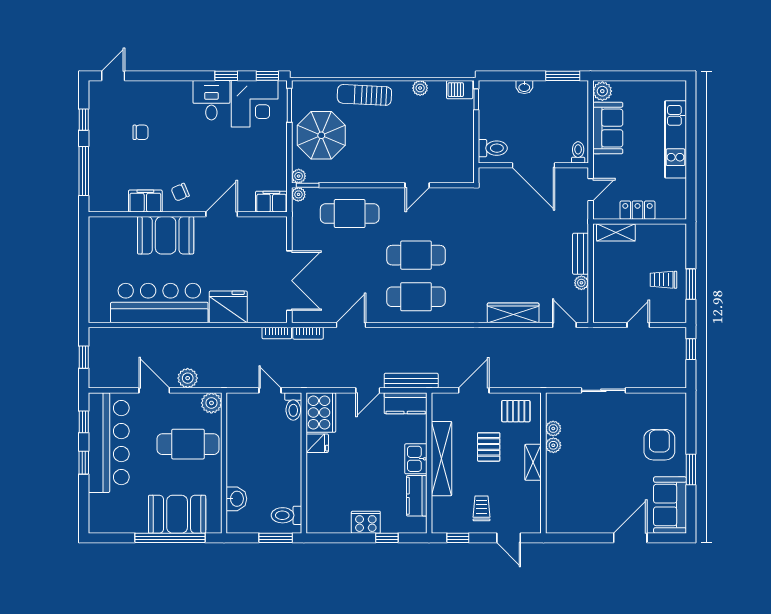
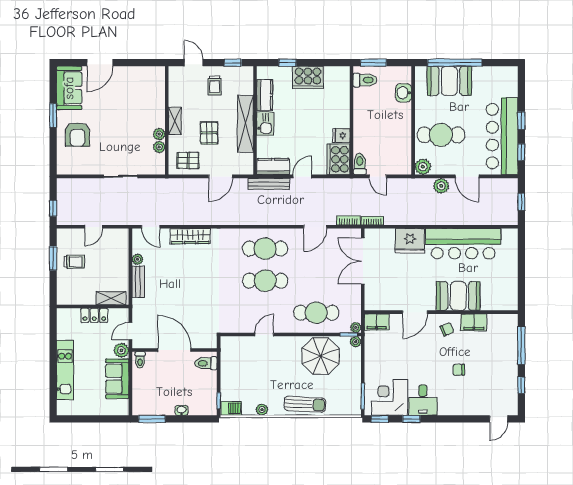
plant: (602, 91) -> (121, 350), moved
chair: (141, 132) -> (459, 370), moved
parasol: (321, 135) -> (321, 356), moved
cooker: (366, 522) -> (308, 77), width x1.37, depth x1.31

